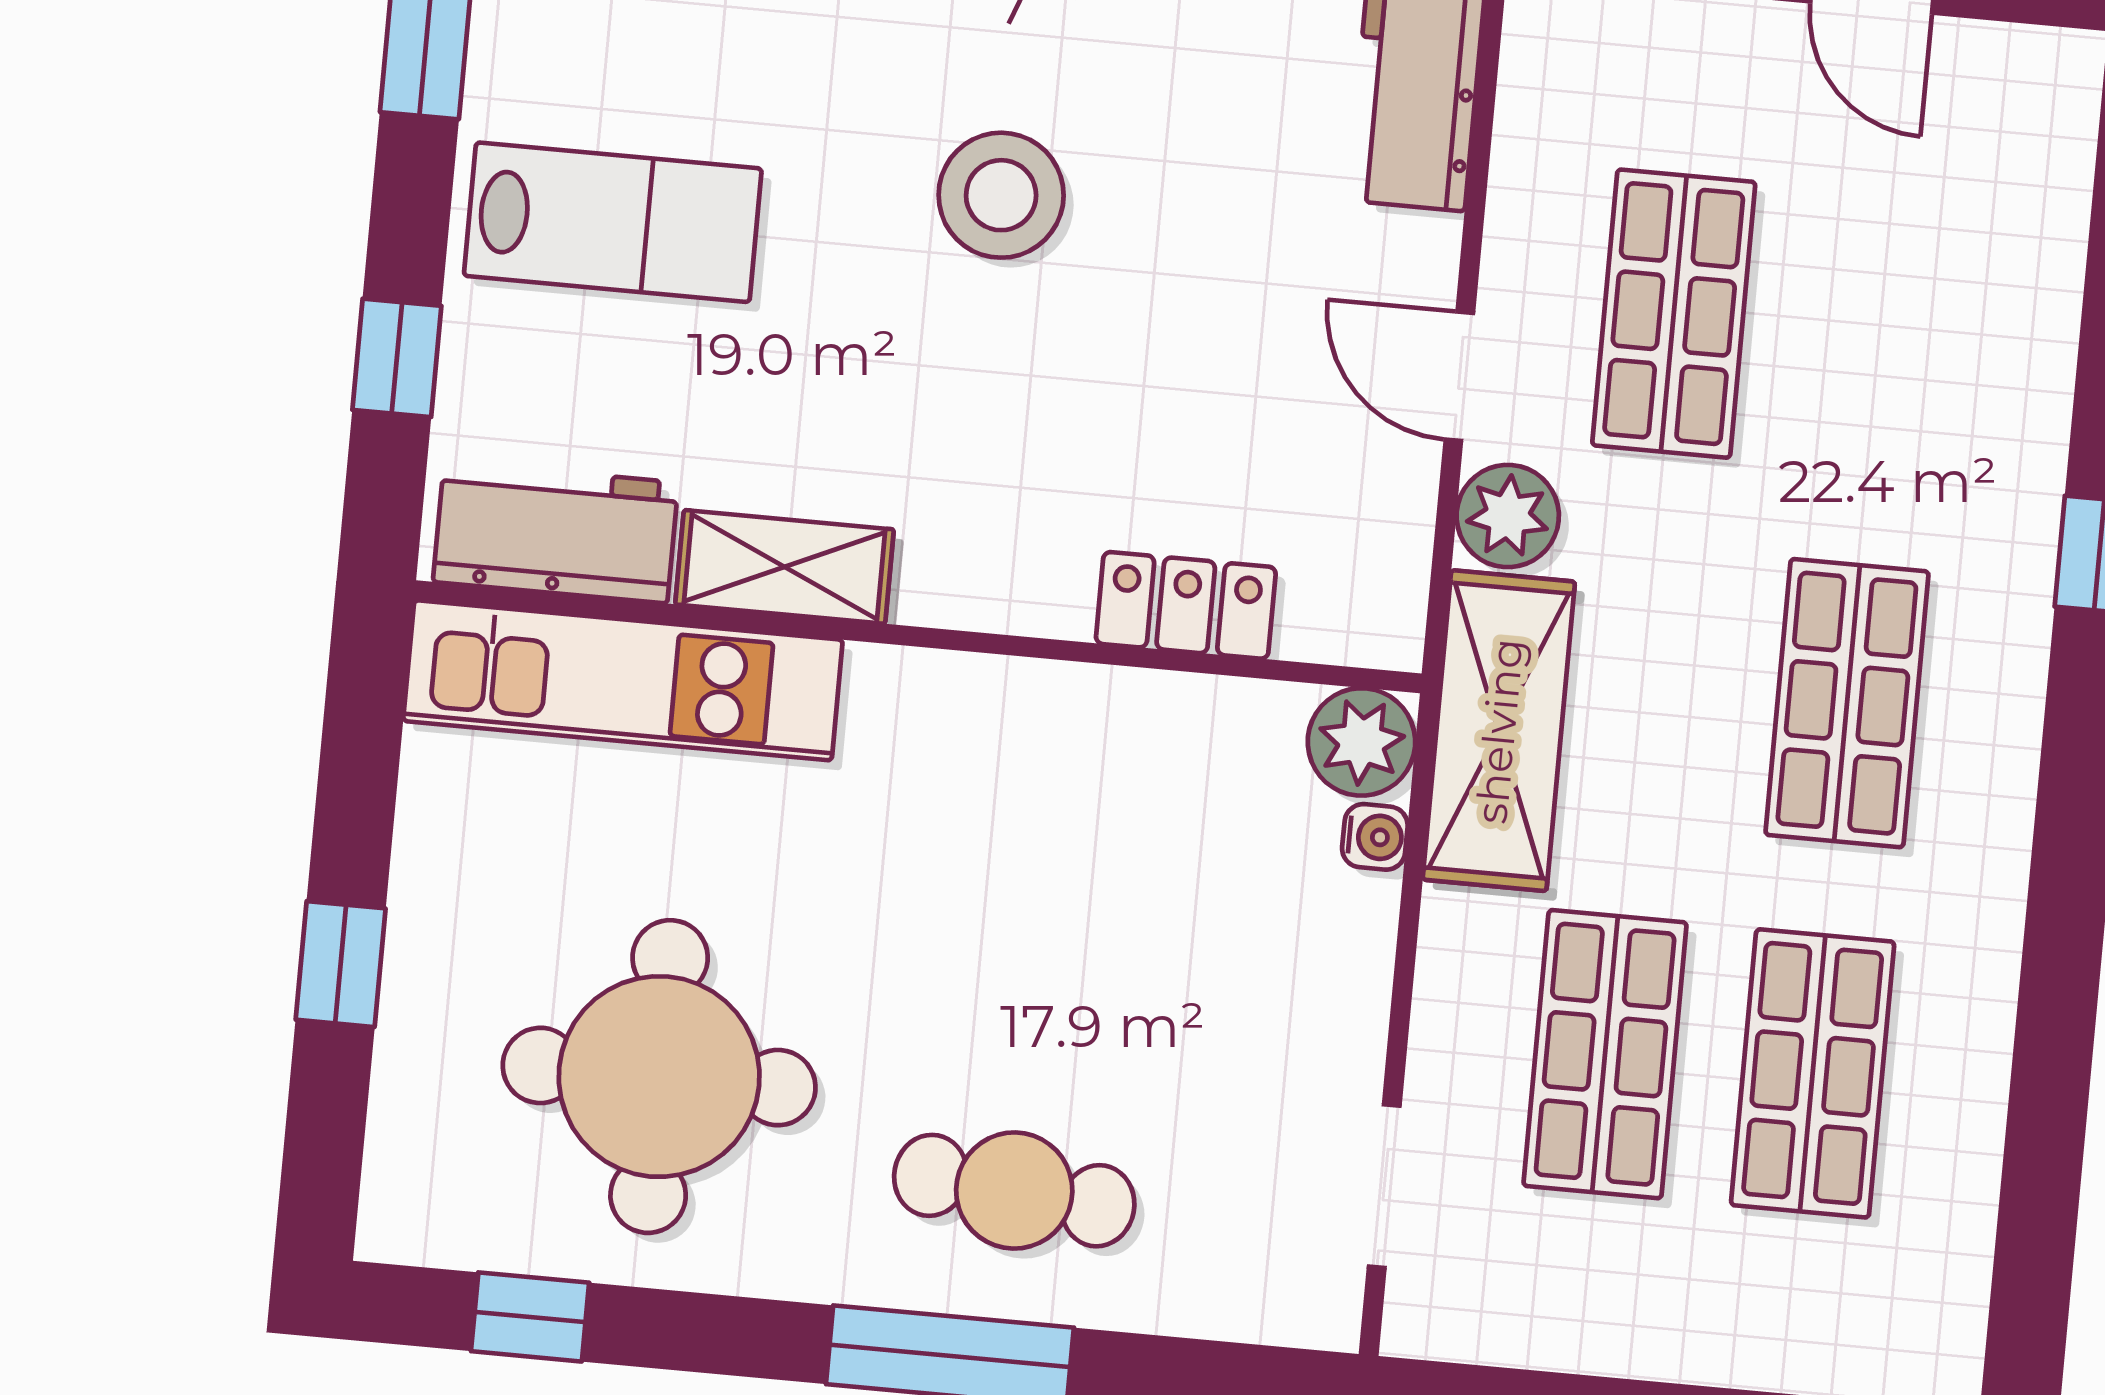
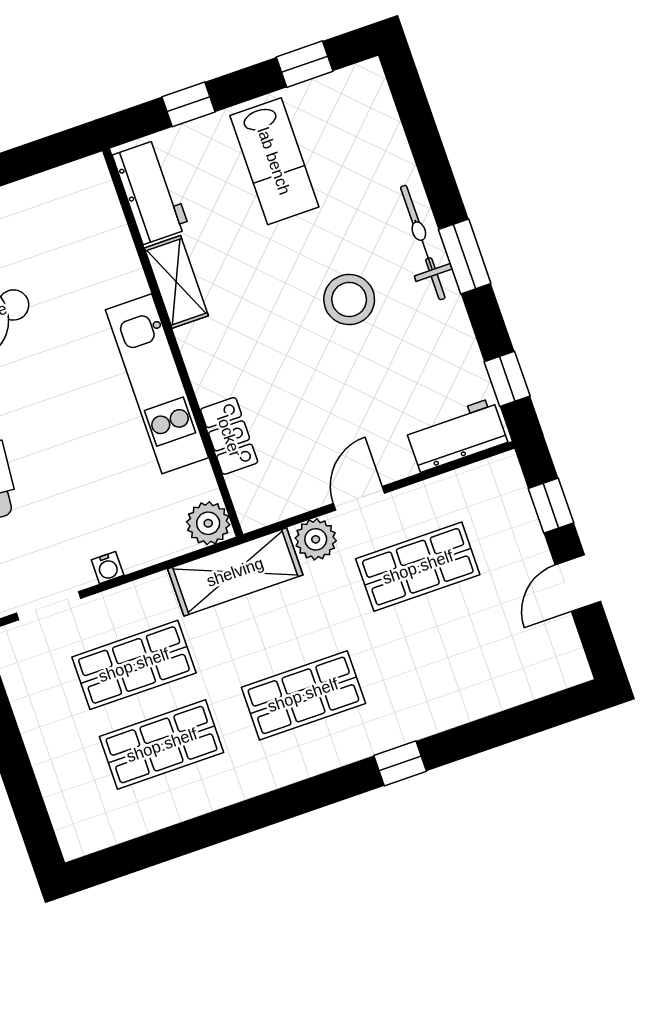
kitchen unit: (623, 680) -> (157, 384), moved
water cooler: (1375, 837) -> (108, 568), moved

